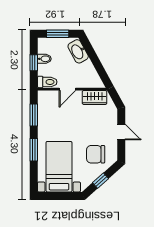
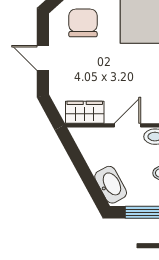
chair: (96, 154) -> (83, 23), turned -90

